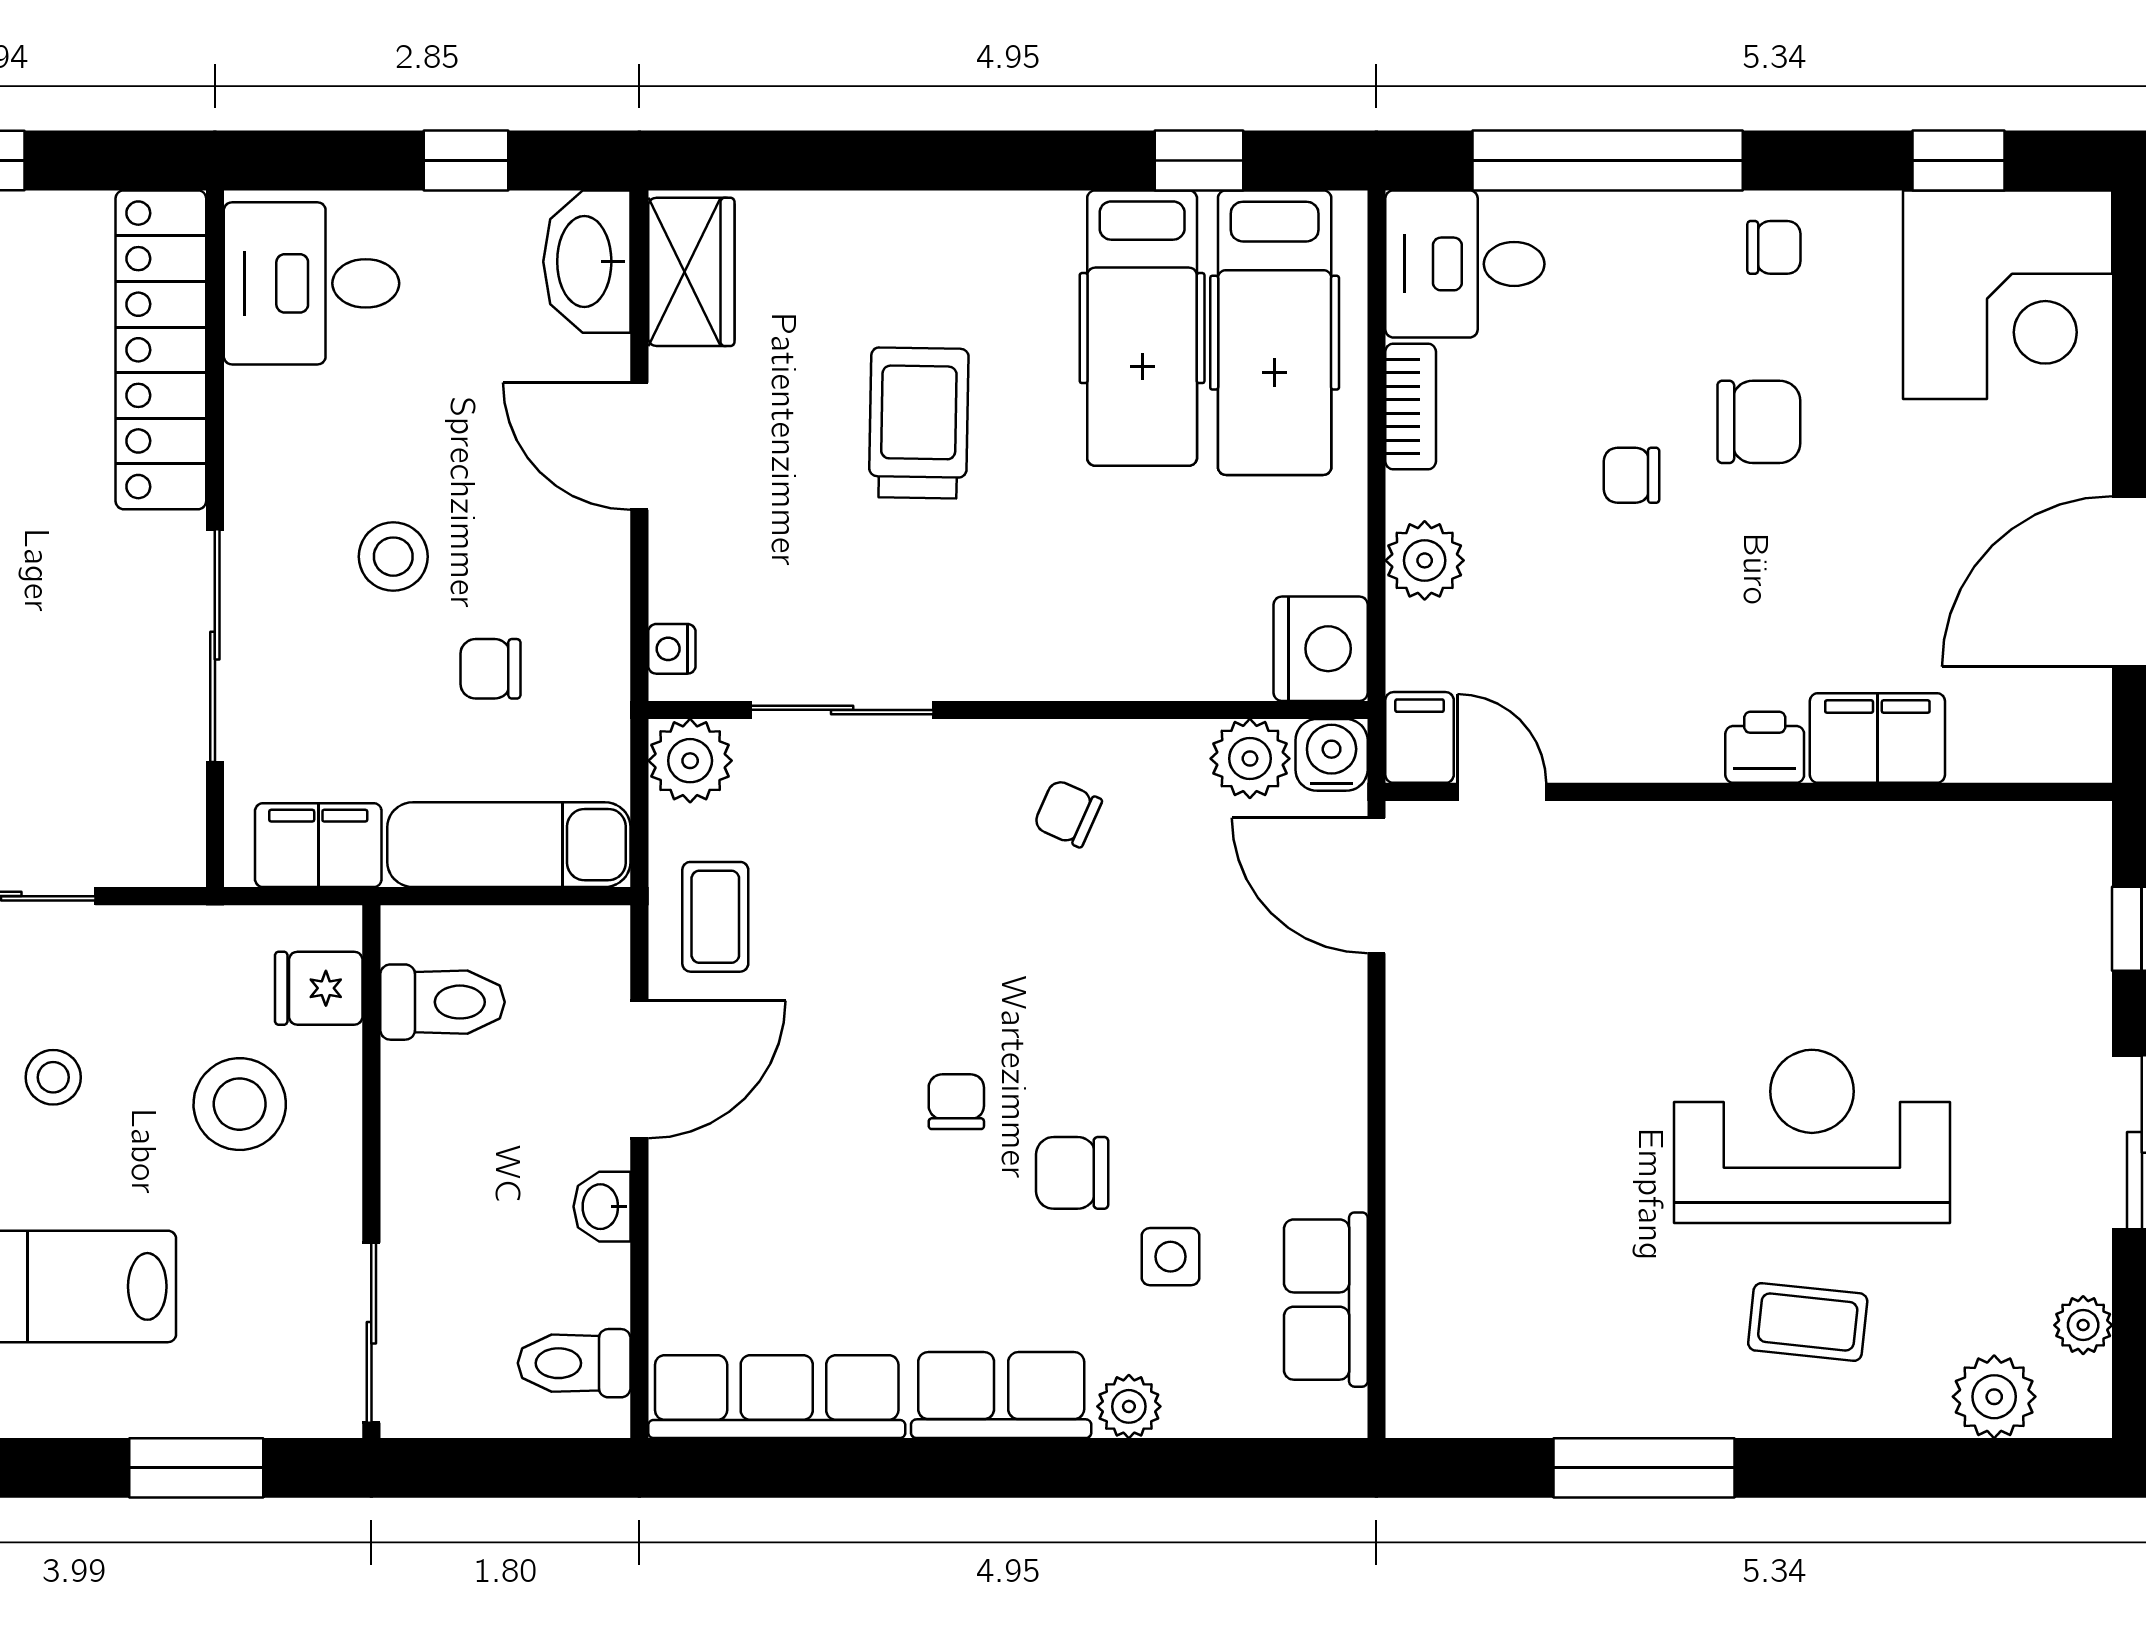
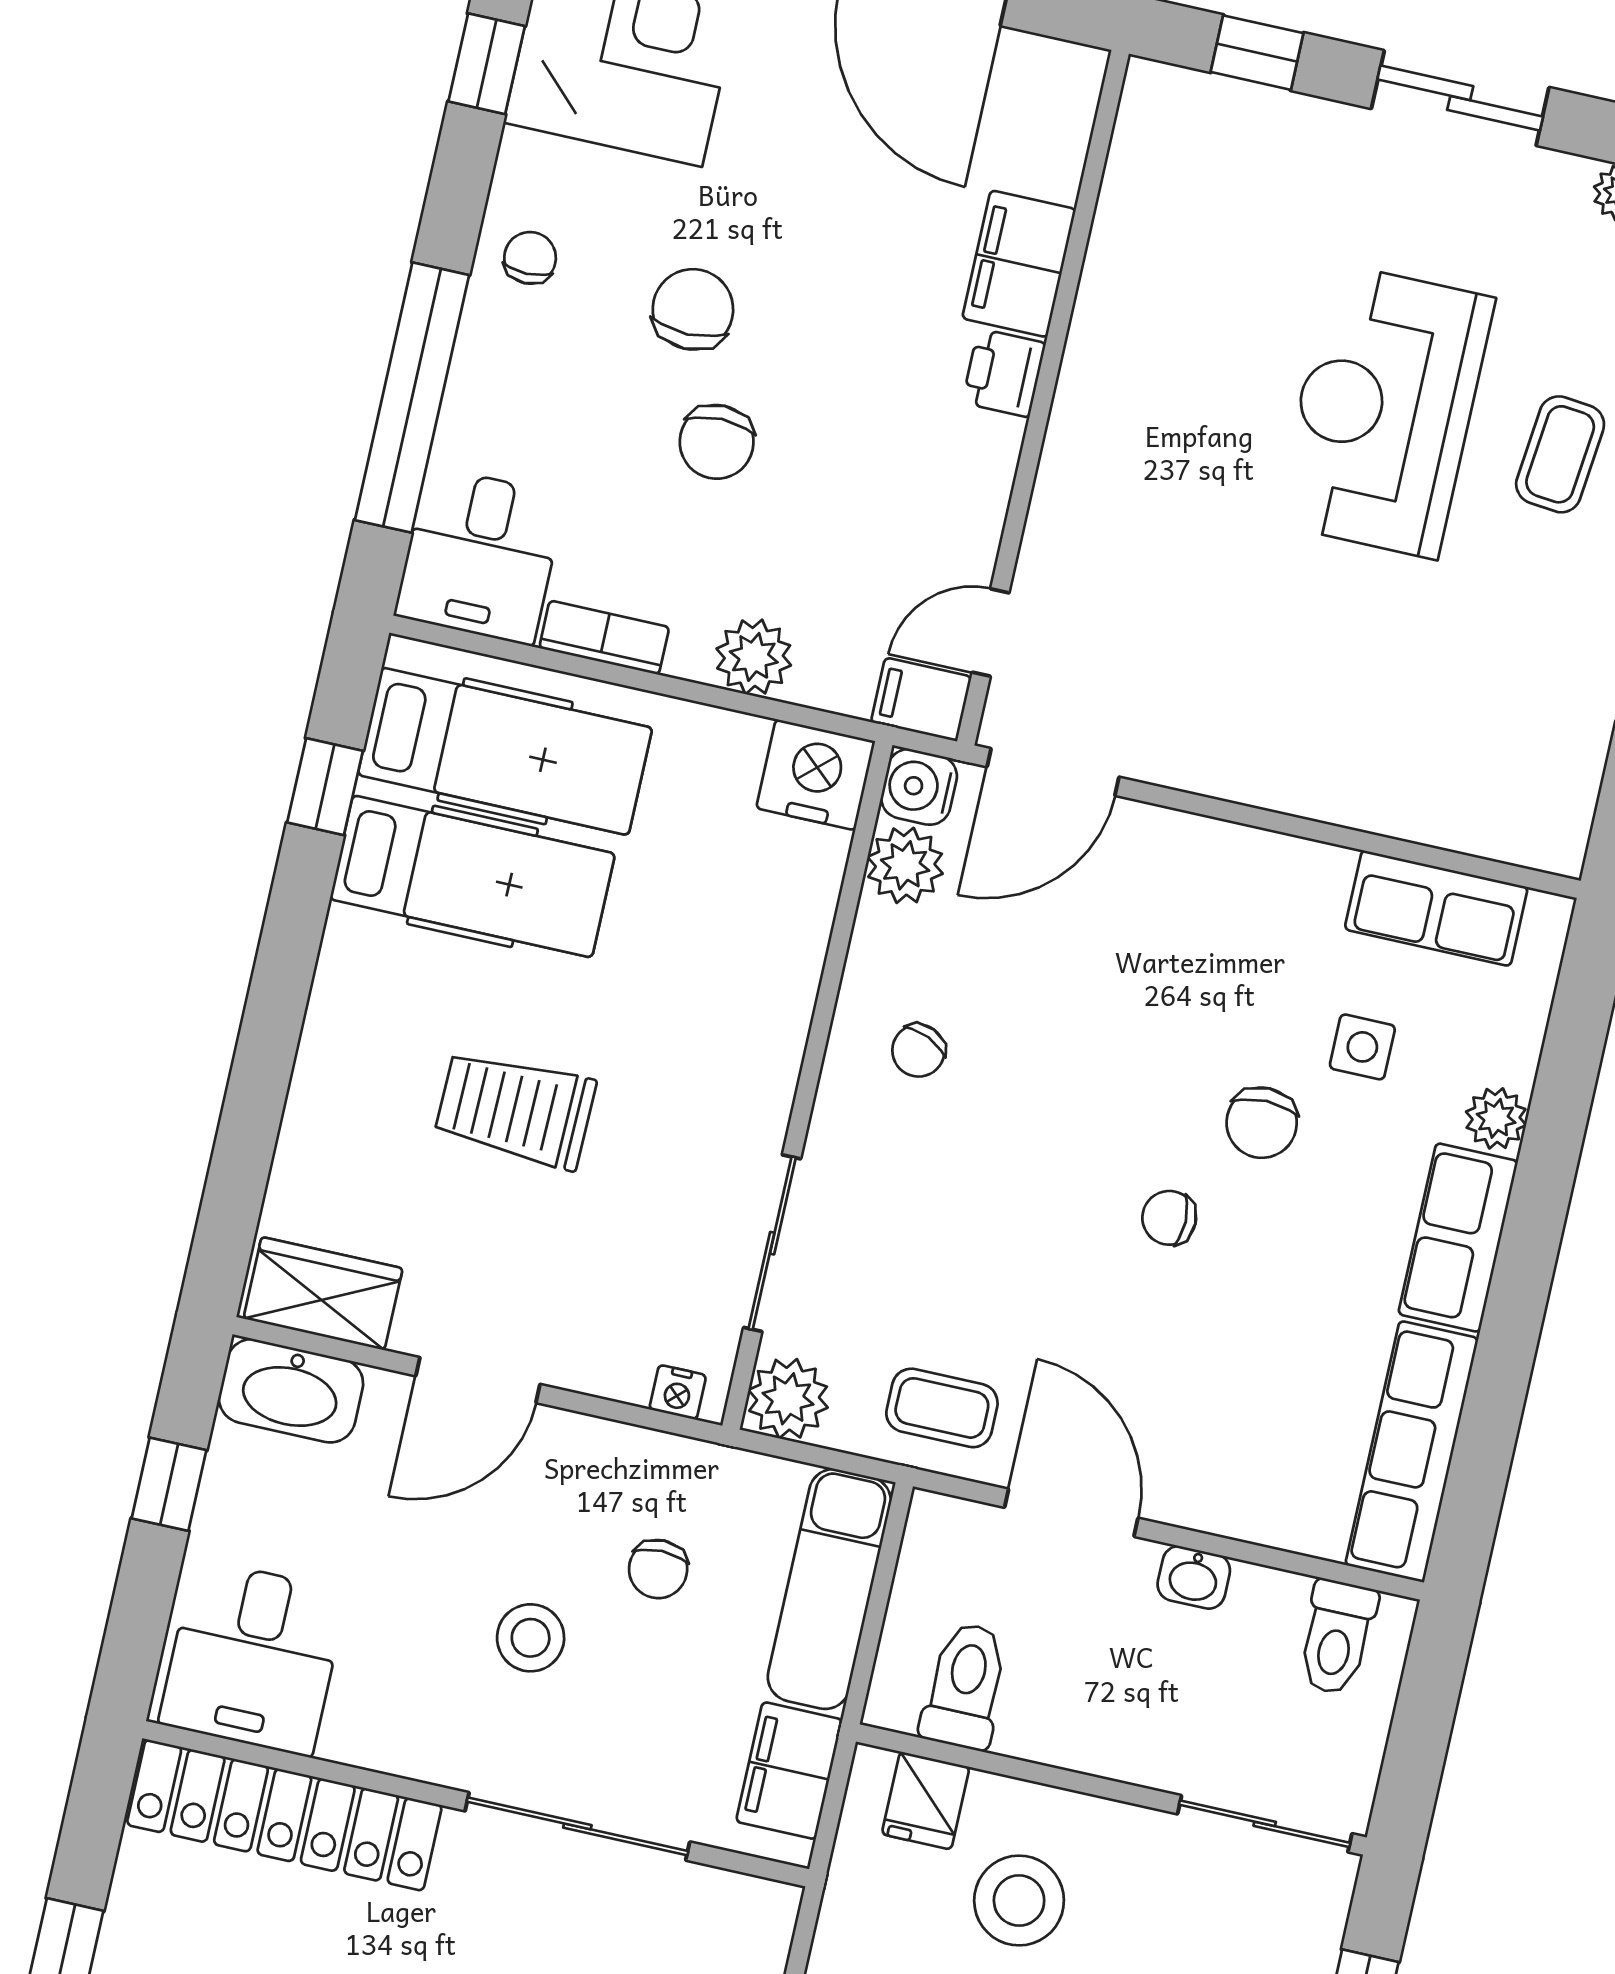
chair: (1631, 475) -> (717, 442), width x1.37, depth x1.37

